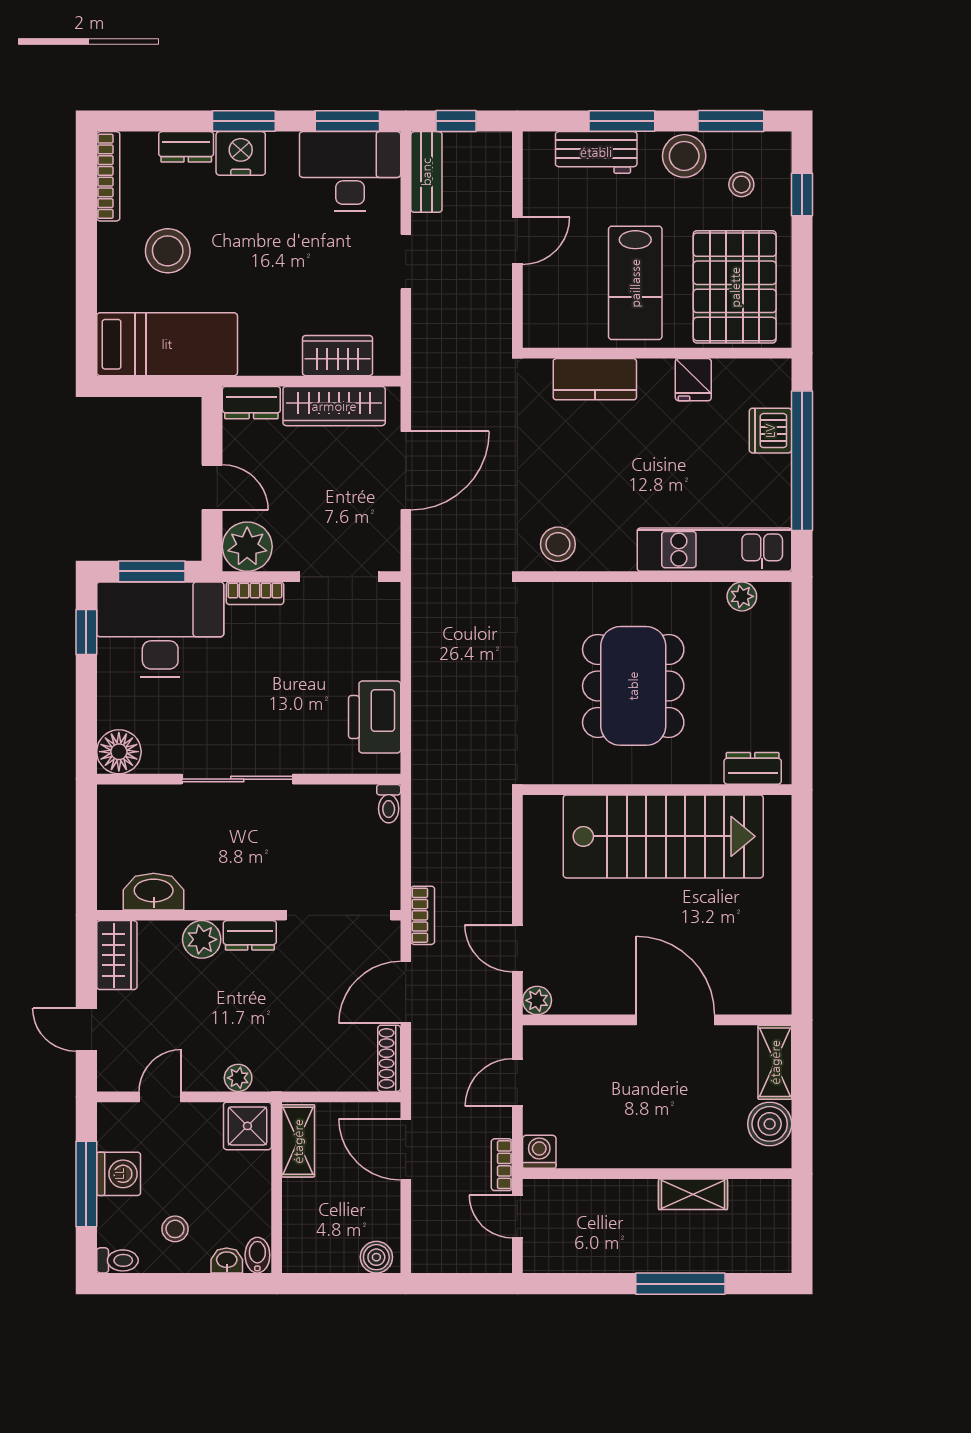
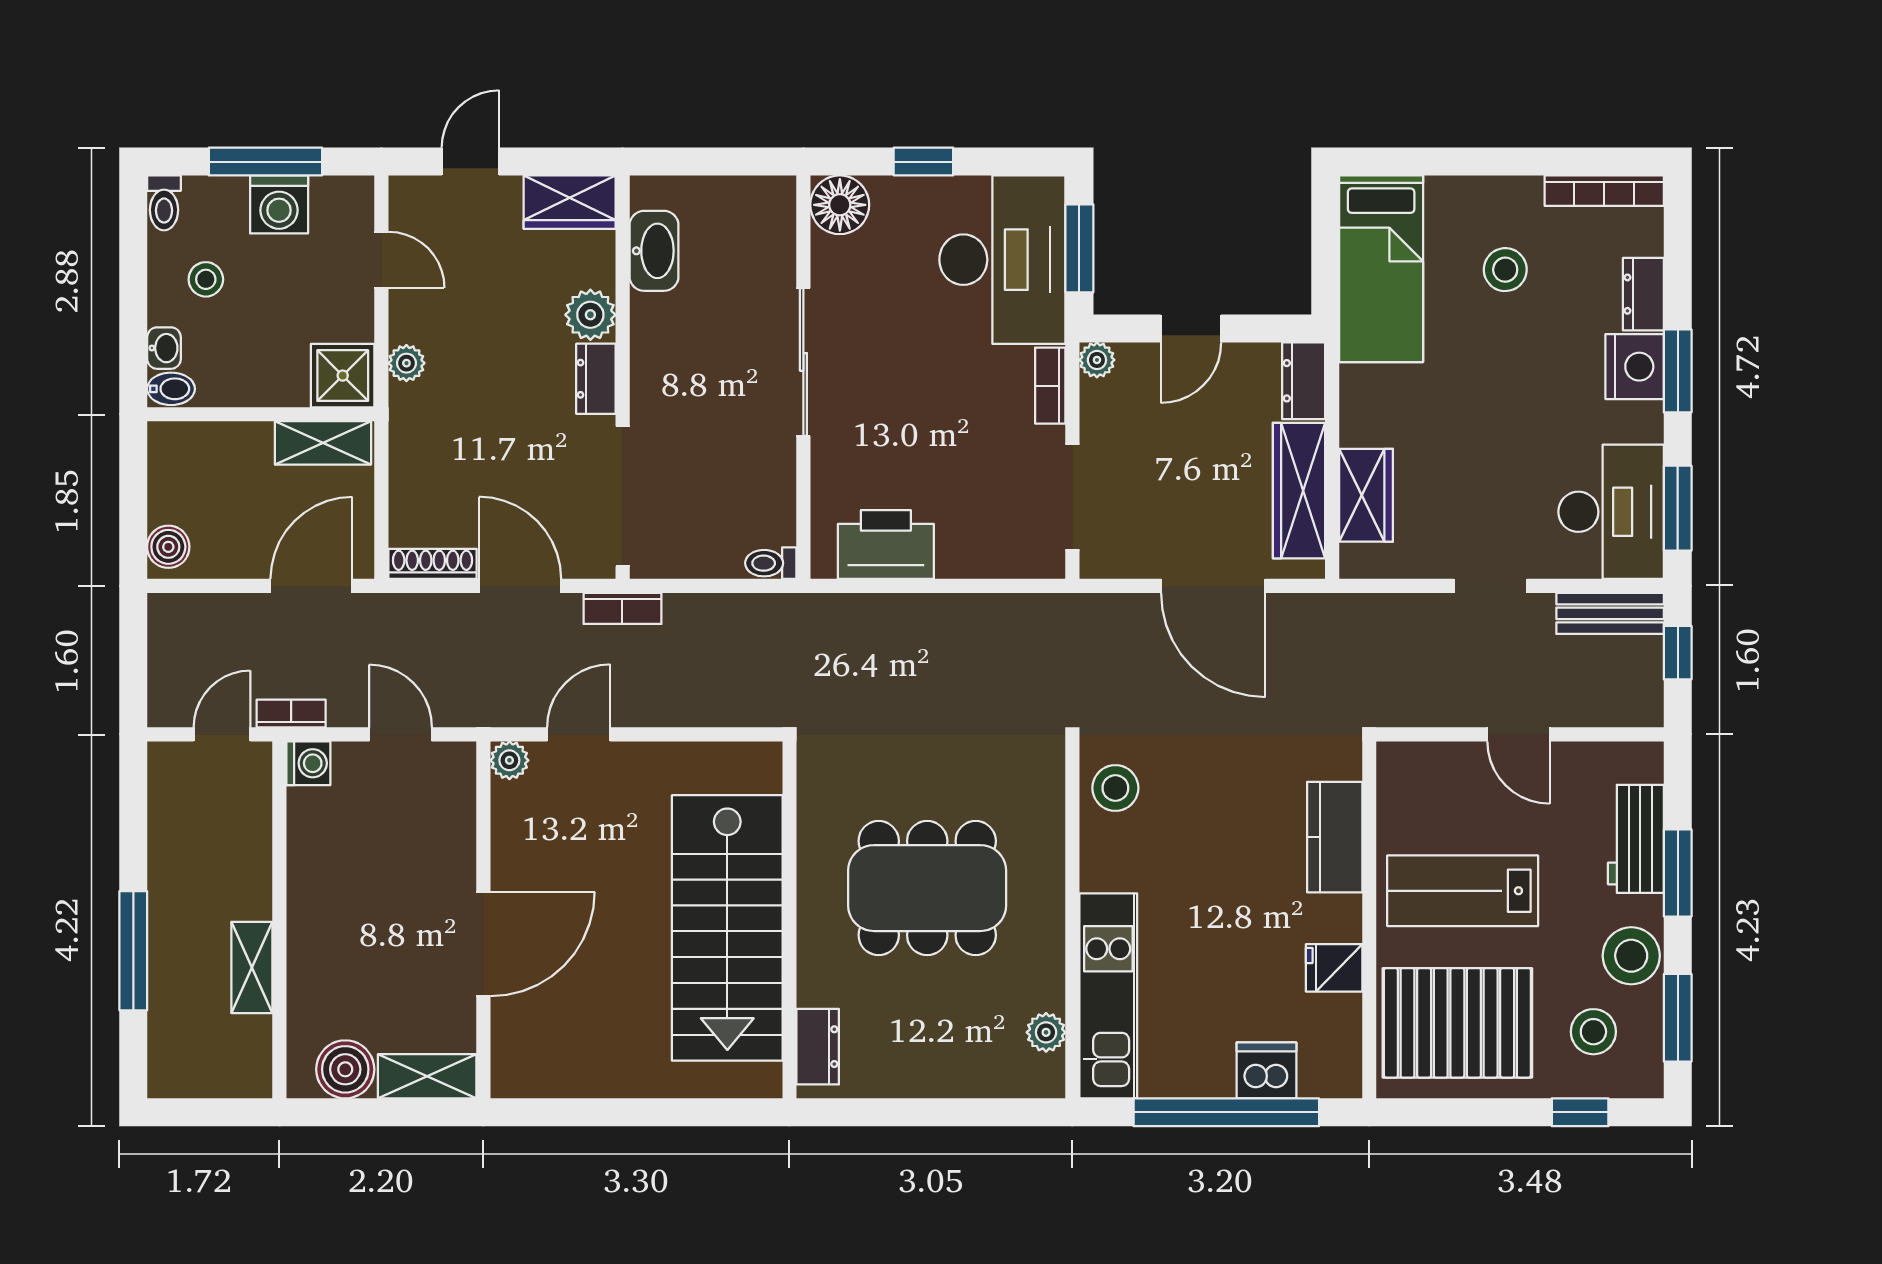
stool: (741, 184) -> (1593, 1032), width x1.37, depth x1.37
stool: (168, 251) -> (1505, 270), width x0.73, depth x0.73
plant: (247, 547) -> (1097, 360), width x0.53, depth x0.53
window: (86, 632) -> (923, 162), moved

